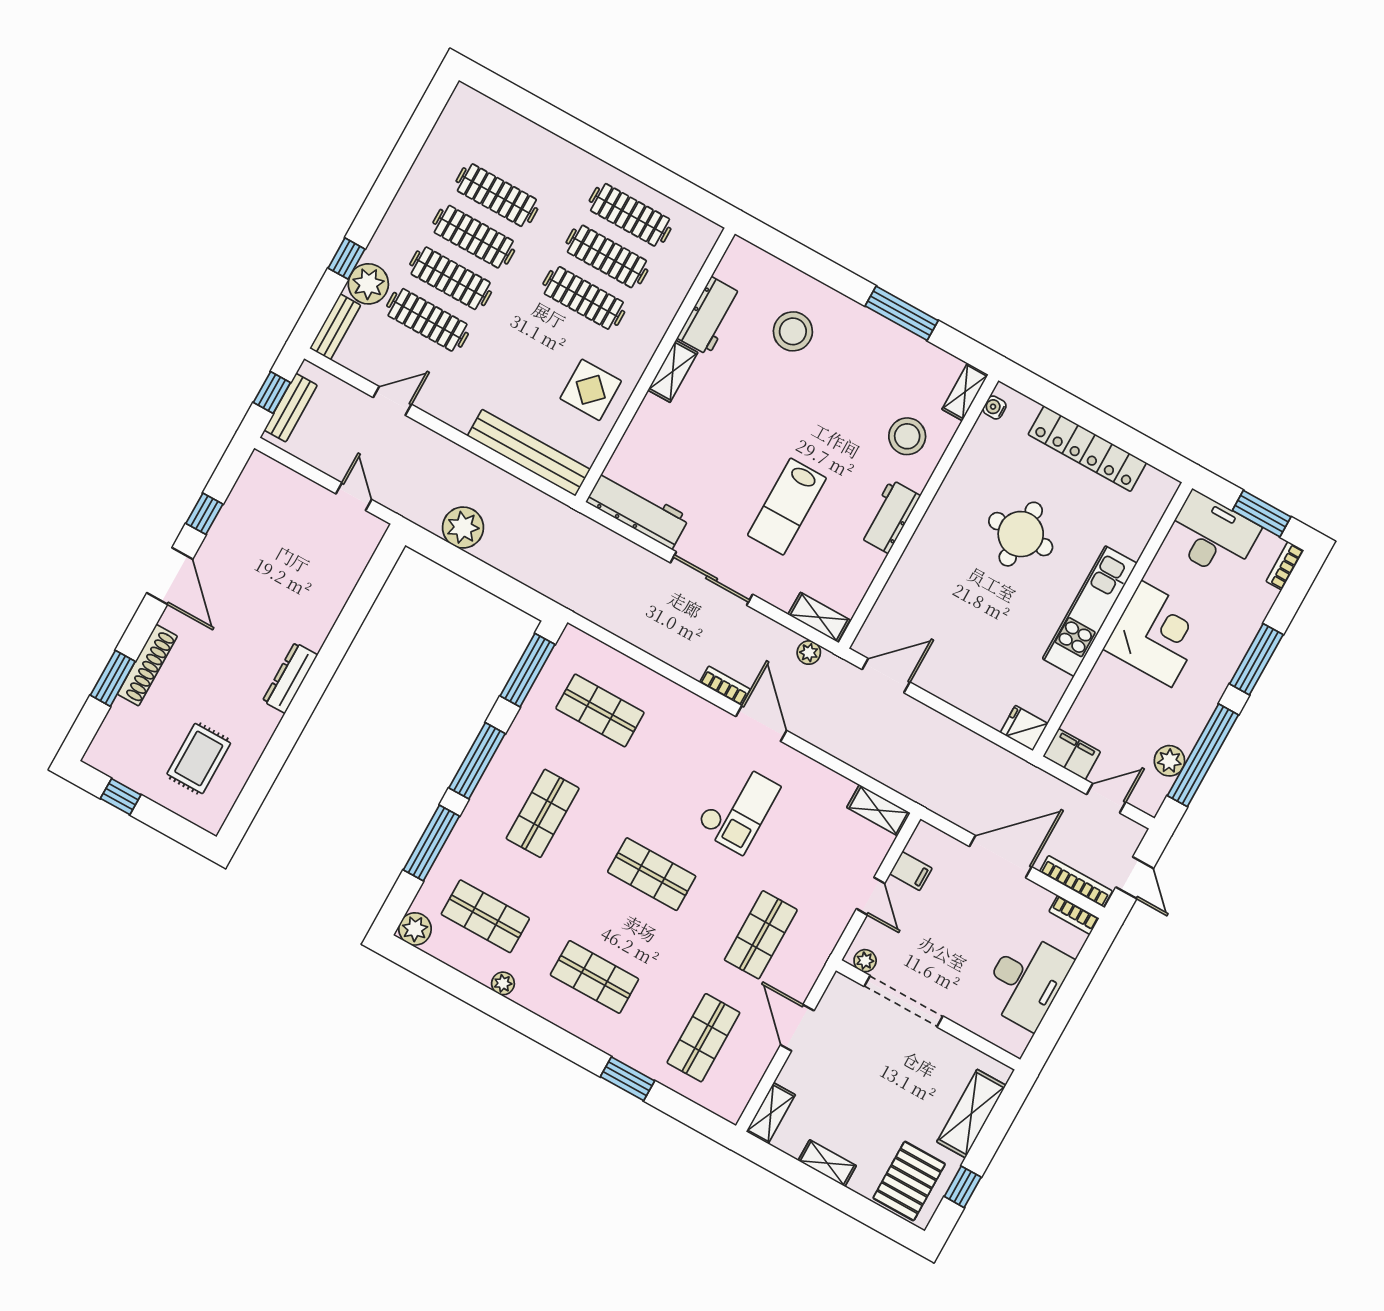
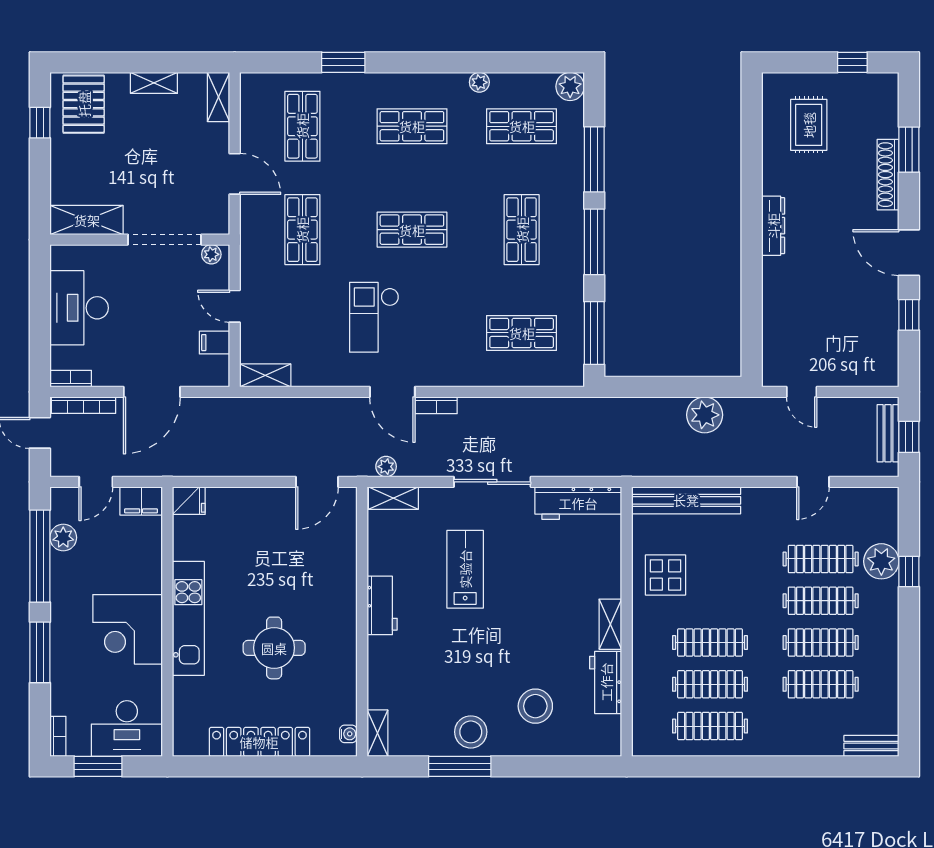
bench: (335, 327) -> (871, 746), moved, turned 90
stool: (907, 436) -> (471, 732), moved
shelving: (971, 1114) -> (87, 220), moved, turned 90

